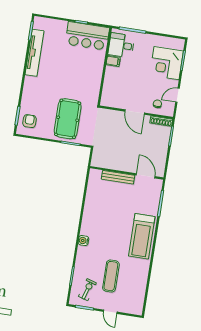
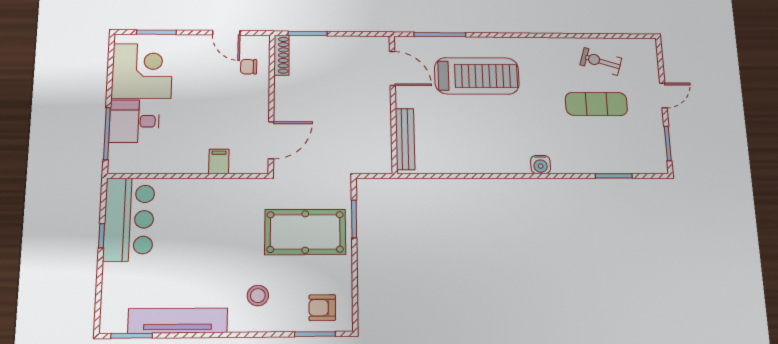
desk: (121, 45) -> (134, 121), moved, turned 90
filing cabinet: (113, 61) -> (219, 161), moved
corner desk: (166, 63) -> (142, 71), moved, turned -90
stool: (40, 92) -> (258, 296), added
door: (135, 112) -> (271, 140), moved
door: (146, 176) -> (392, 68), swing flipped
bench: (118, 177) -> (405, 139), moved
treadmill: (142, 236) -> (477, 76), moved
exercise bike: (87, 290) -> (601, 61), moved

